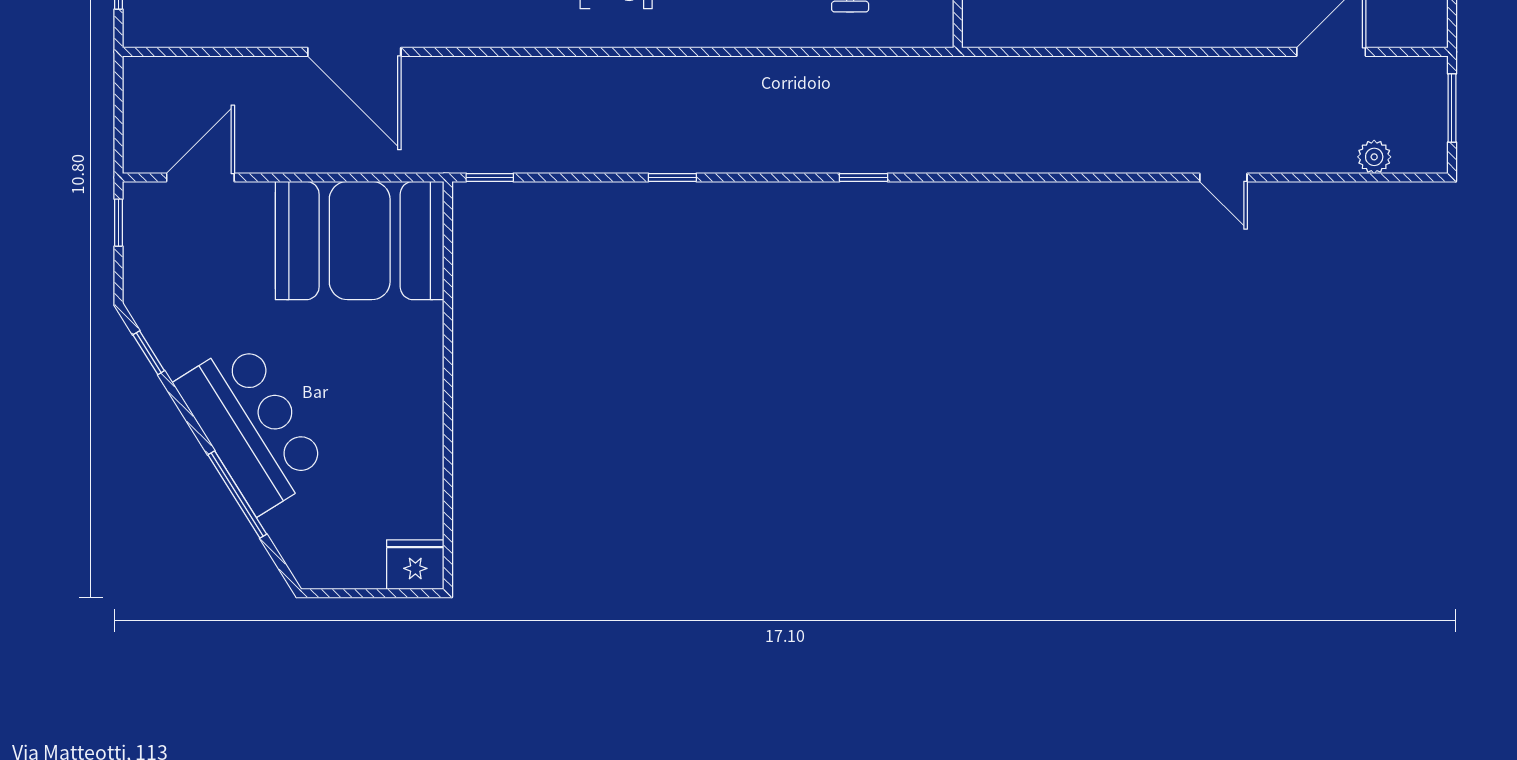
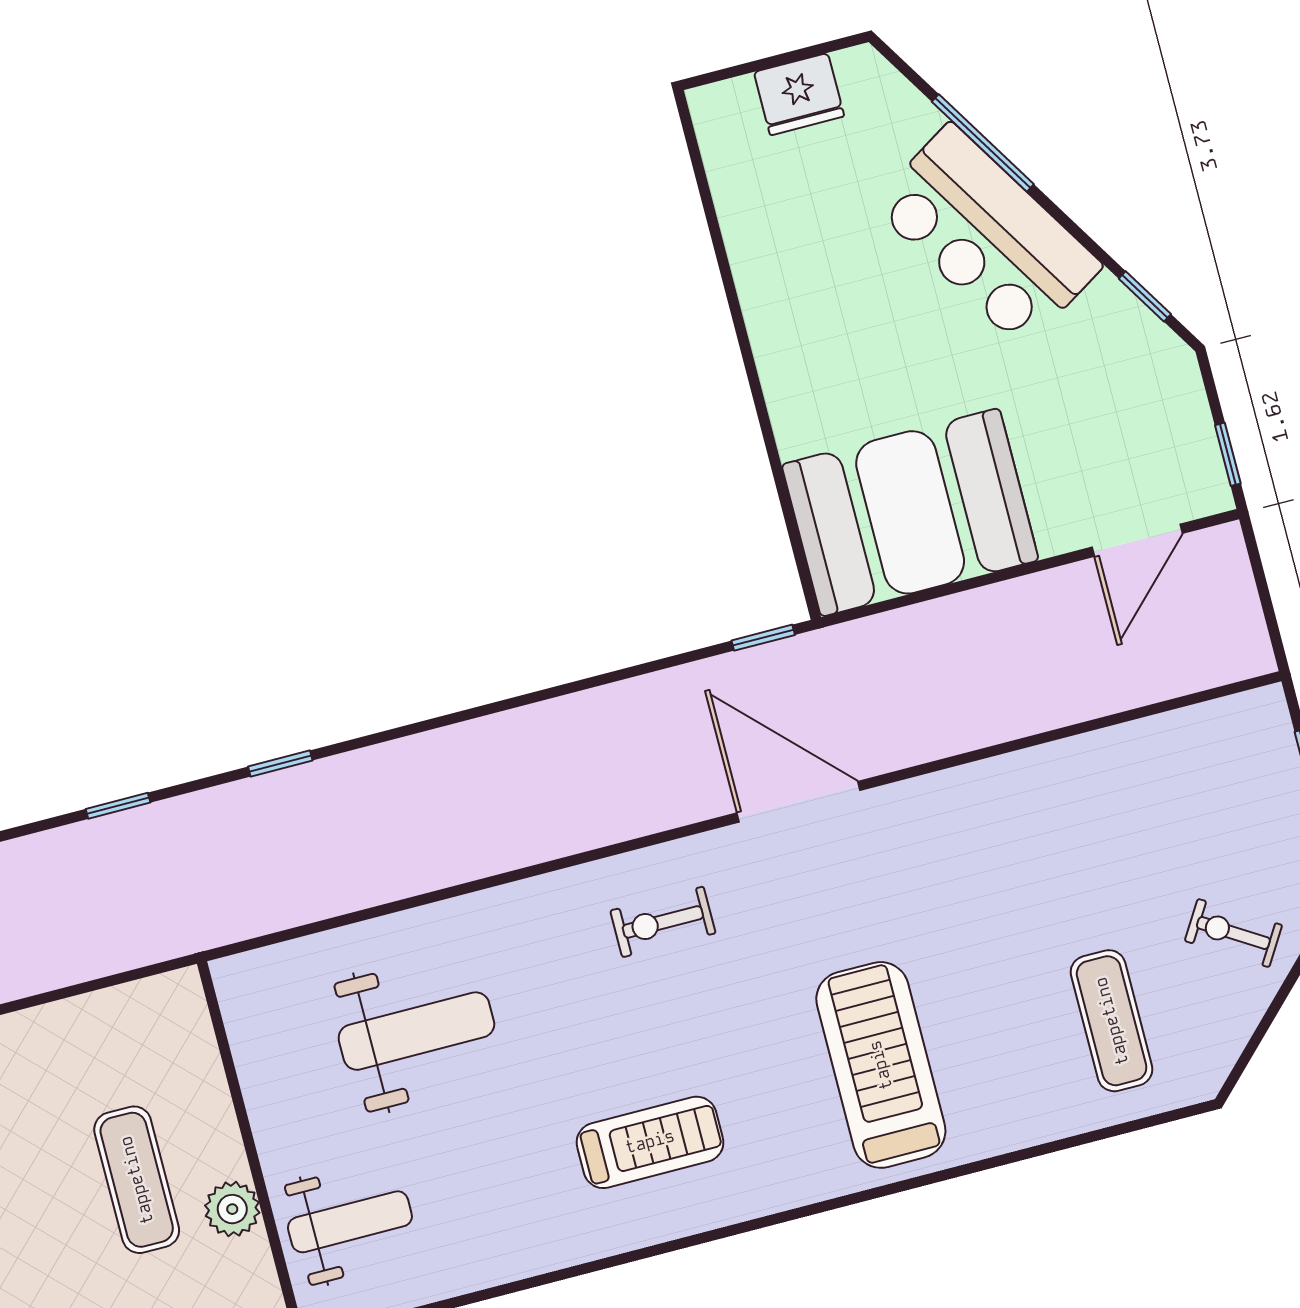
door: (354, 52) -> (798, 802), moved
window: (672, 177) -> (118, 806), moved
fridge: (415, 565) -> (799, 94), moved

